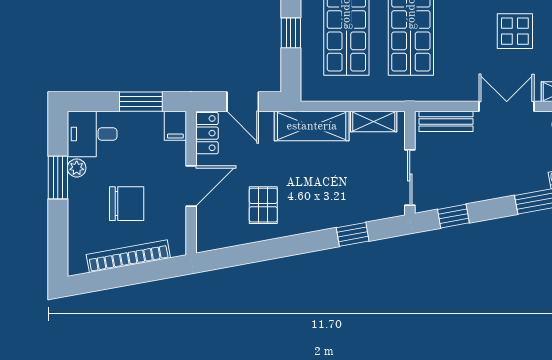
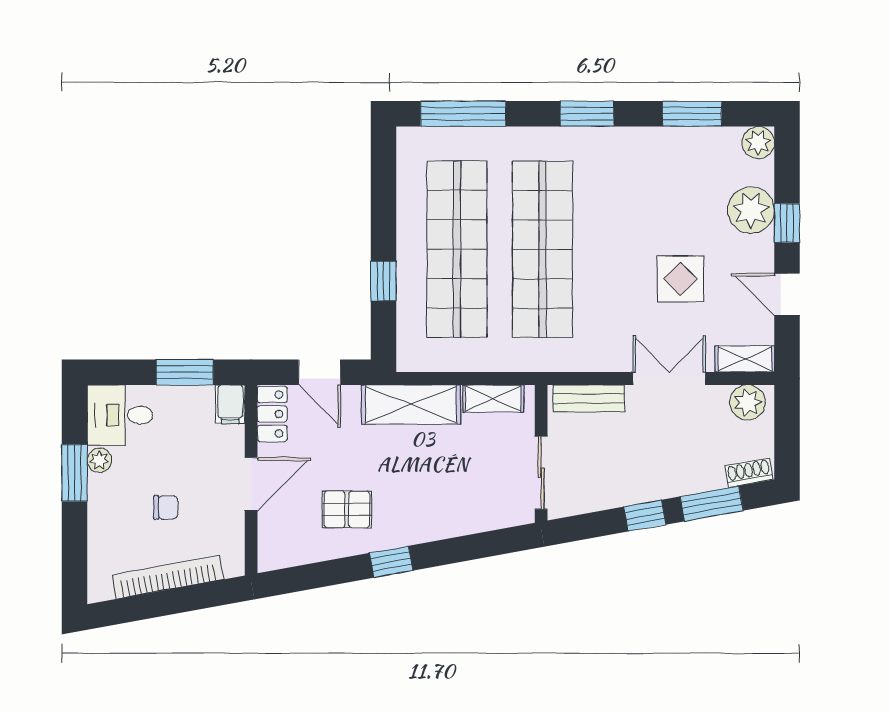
chair: (127, 204) -> (166, 508), width x0.54, depth x0.54
pallet: (263, 205) -> (347, 509), turned 90
window: (453, 216) -> (645, 516), moved
window: (353, 234) -> (391, 562), moved

